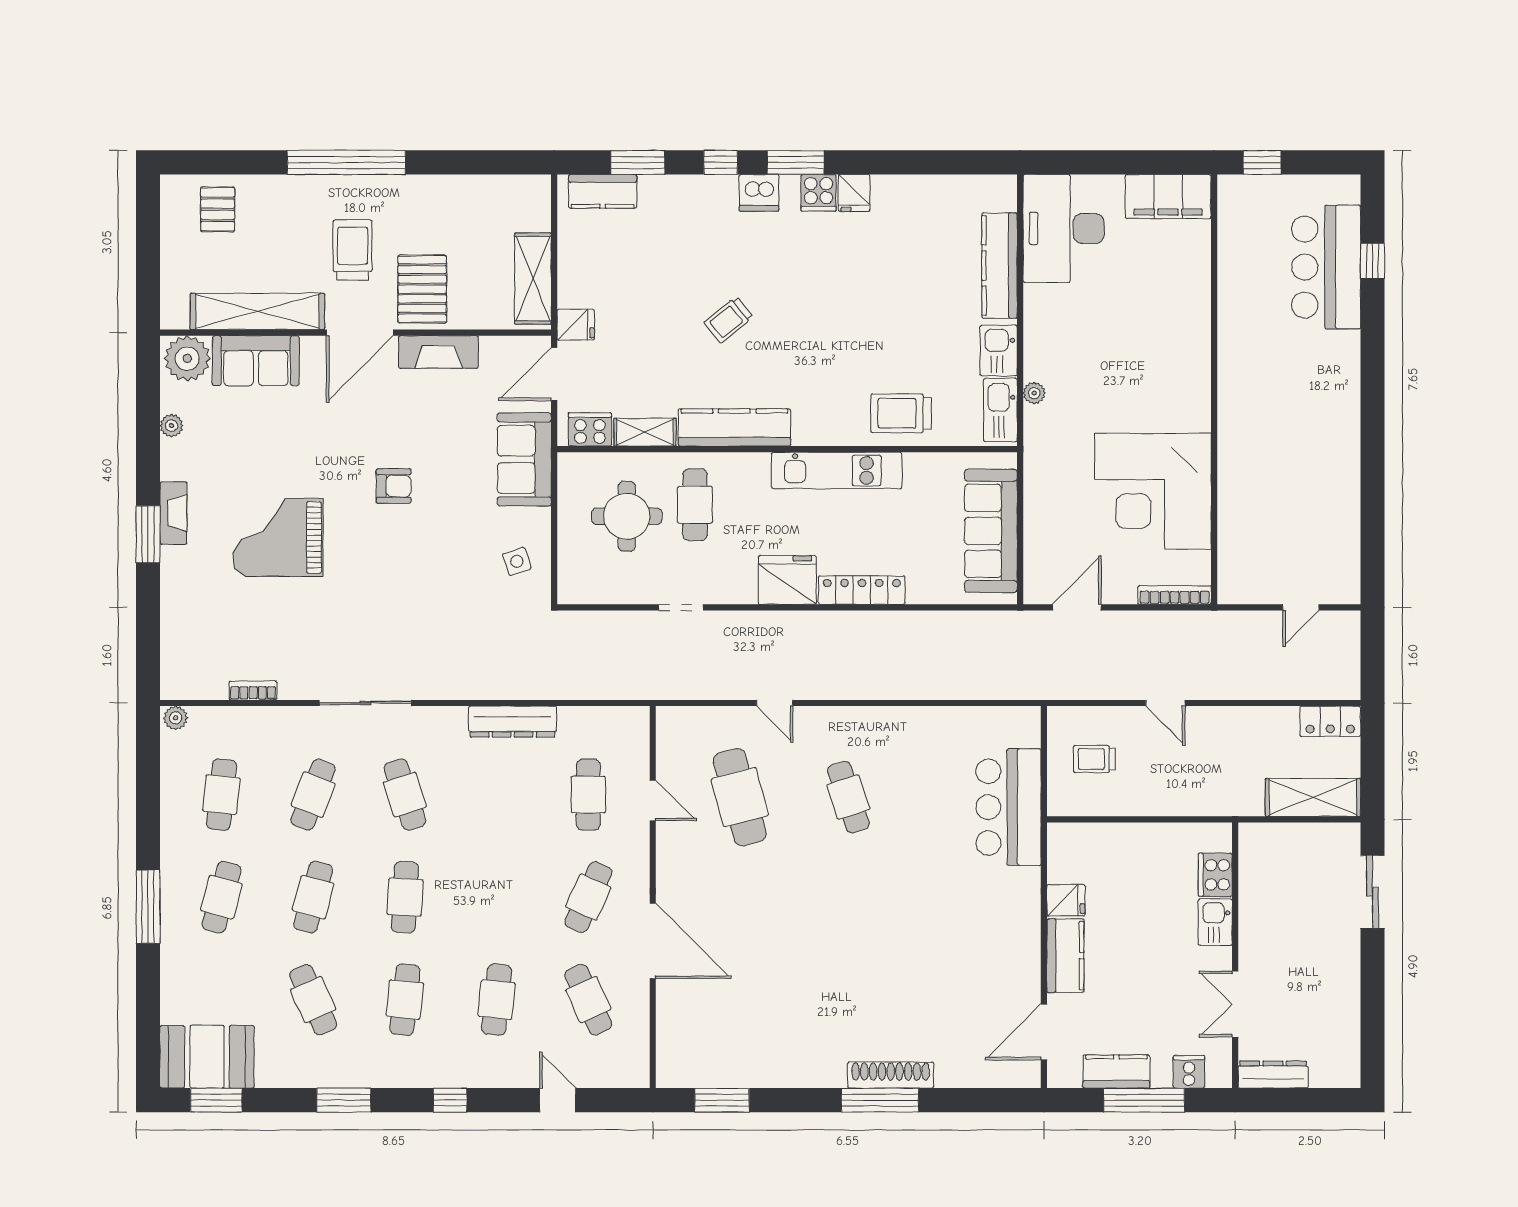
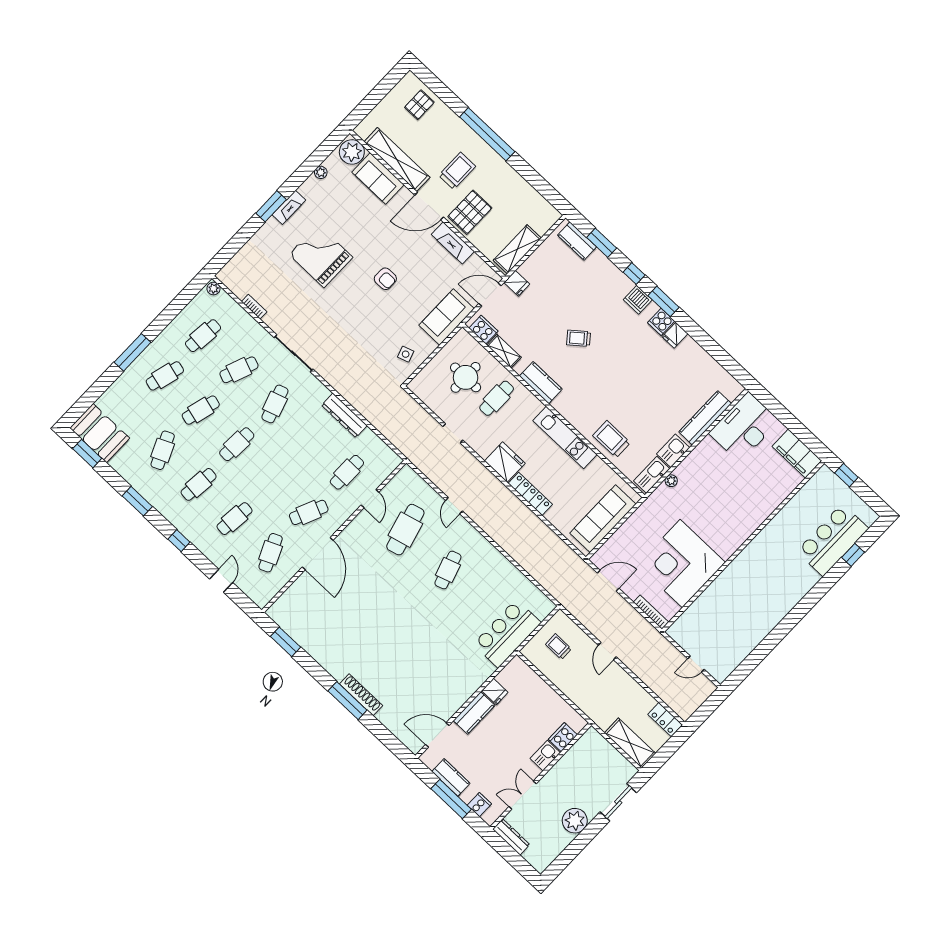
kitchen counter: (734, 427) -> (541, 383), width x0.67
plant: (1338, 972) -> (575, 821), added

